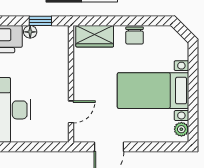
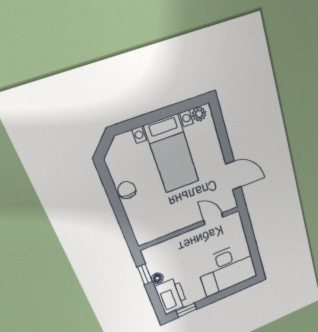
chair: (135, 35) -> (127, 190), turned -90
wardrobe: (95, 36) -> (141, 225), removed

